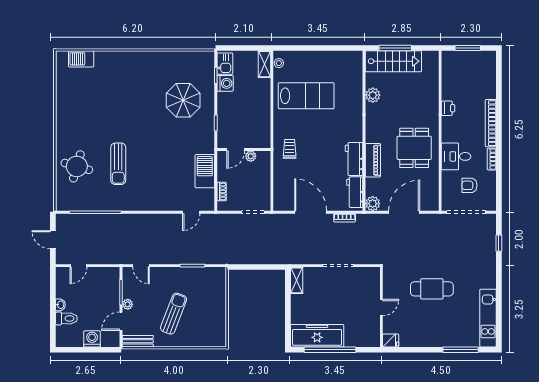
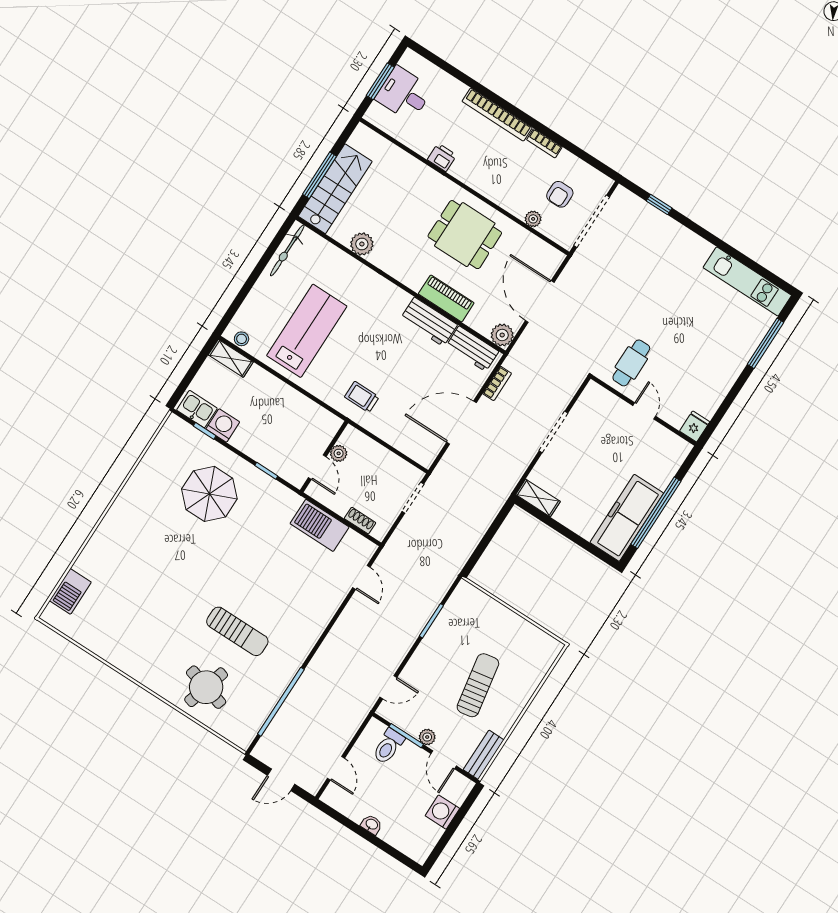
bicycle: (343, 57) -> (287, 250), added
desk: (456, 156) -> (404, 94), moved, turned 90
plant: (447, 180) -> (533, 219), added
cafe table: (432, 289) -> (631, 363), moved, width x0.73, depth x0.74
sun lounger: (174, 314) -> (478, 685), turned 59
toilet: (66, 318) -> (388, 746), moved, turned 180

